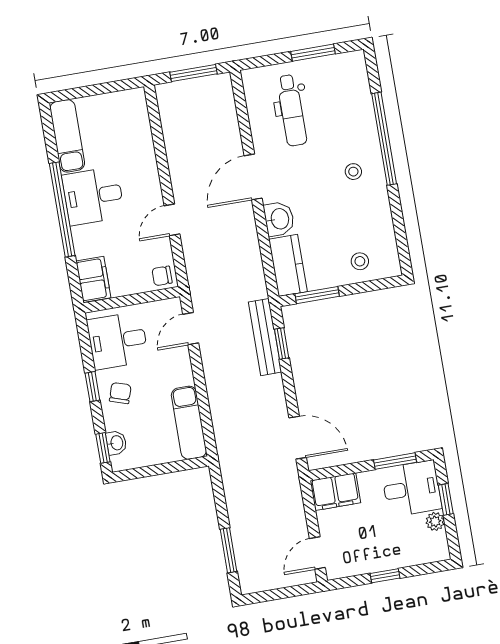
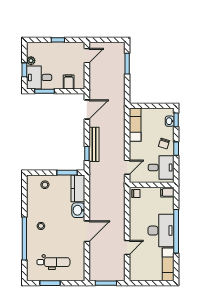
dental chair: (292, 110) -> (53, 262), moved, turned 90
desk: (93, 196) -> (161, 231), width x1.37
door: (172, 220) -> (127, 248), moved
filing cabinet: (93, 279) -> (167, 192), width x0.50
bench: (265, 337) -> (94, 144), moved
door: (298, 438) -> (87, 109), swing flipped
filing cabinet: (335, 492) -> (69, 82), width x0.50

